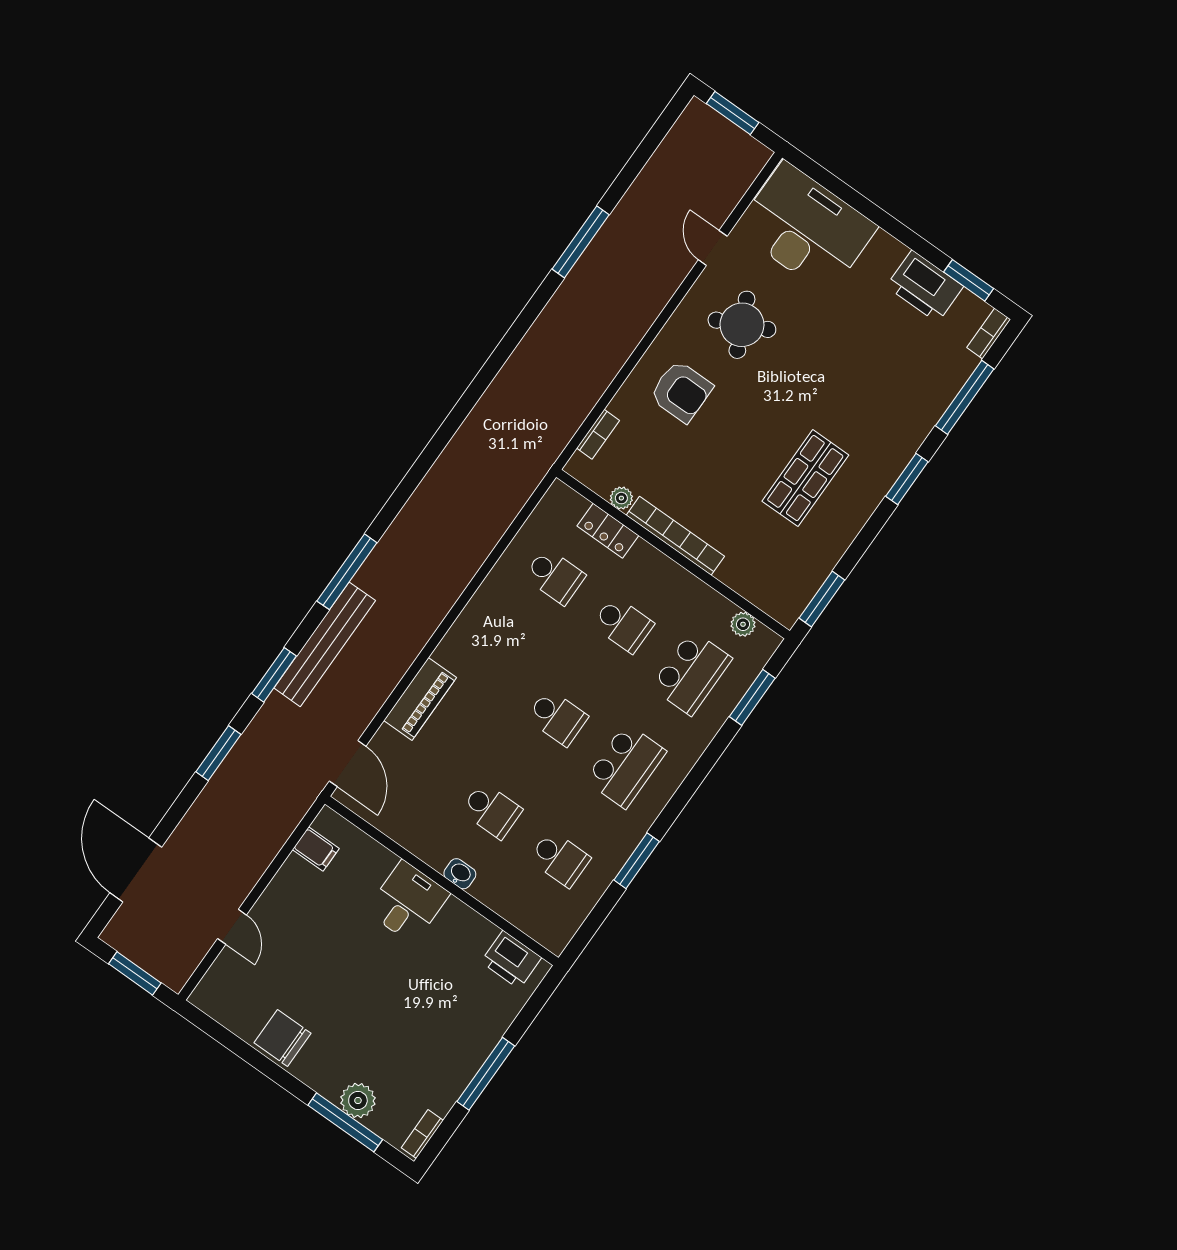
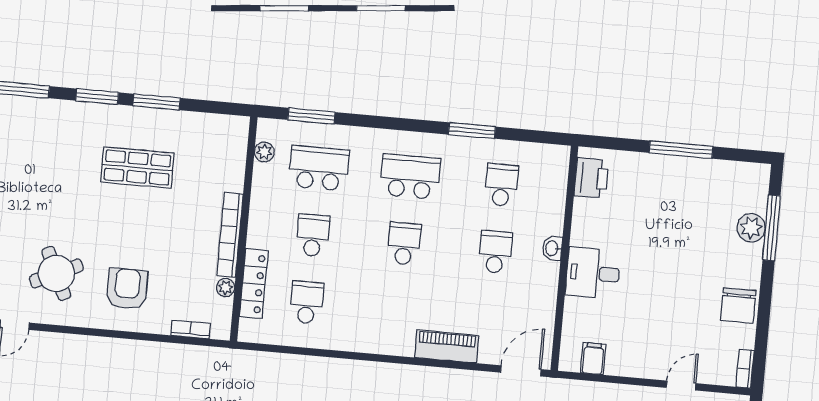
locker: (608, 531) -> (254, 284), width x1.53
window: (822, 599) -> (157, 102), moved
bookcase: (422, 1134) -> (745, 369), moved, turned 90

